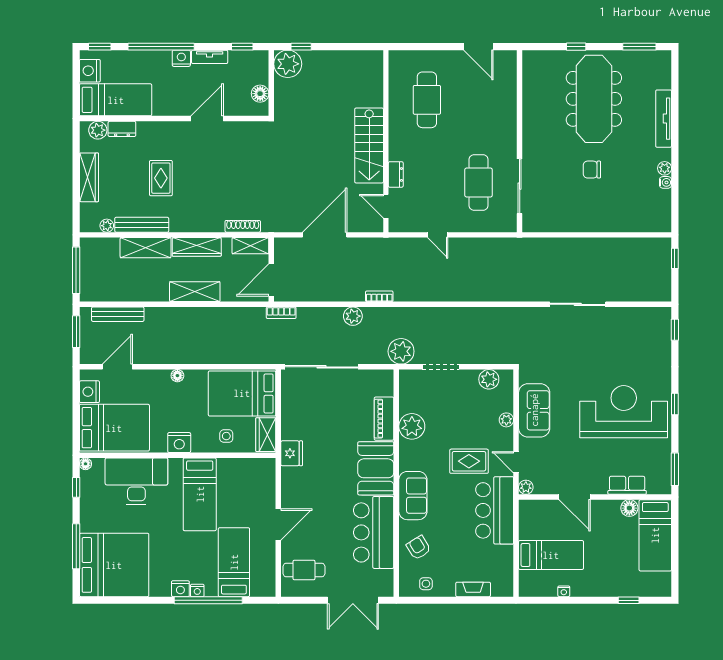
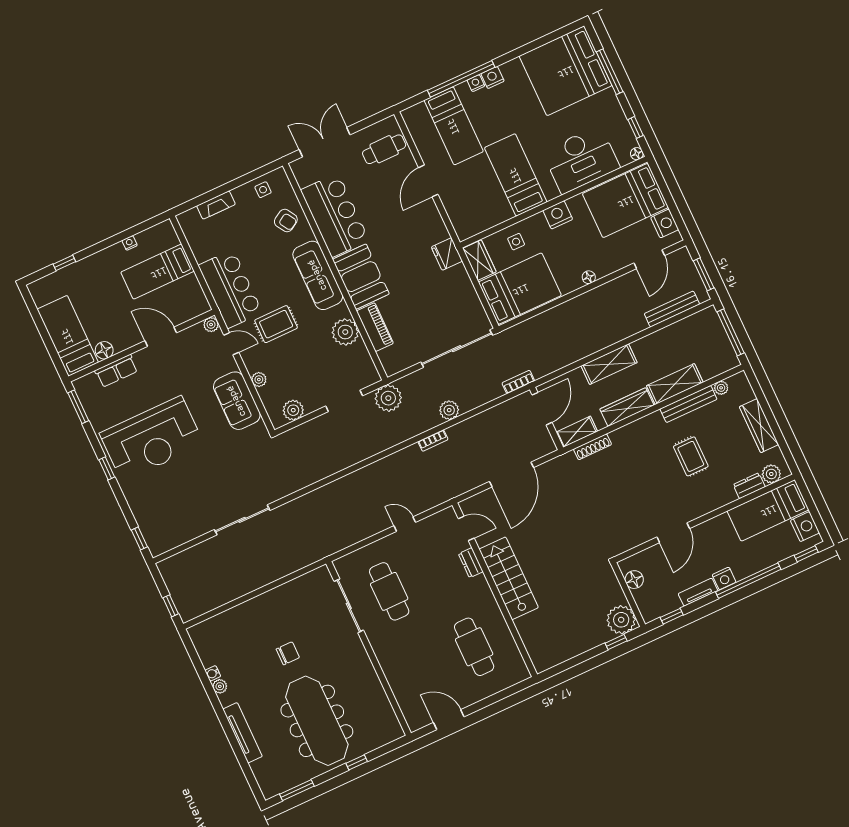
sofa: (413, 496) -> (318, 275), width x1.36

